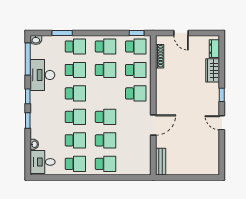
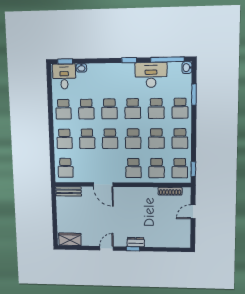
dresser: (214, 49) -> (136, 242), moved
wardrobe: (213, 70) -> (70, 239), moved
school desk: (106, 93) -> (133, 139), added
window: (28, 120) -> (65, 61), moved
school desk: (136, 164) -> (65, 168), added

